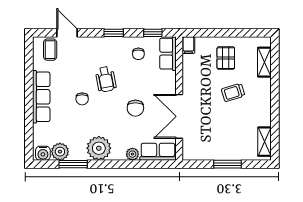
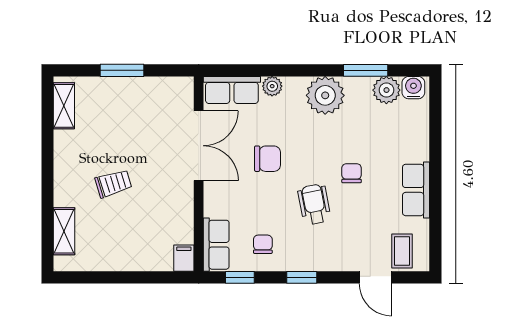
pallet: (226, 58) -> (125, 238), removed
row of seats: (41, 97) -> (416, 190), width x0.68
chair: (135, 108) -> (267, 159), turned 90

